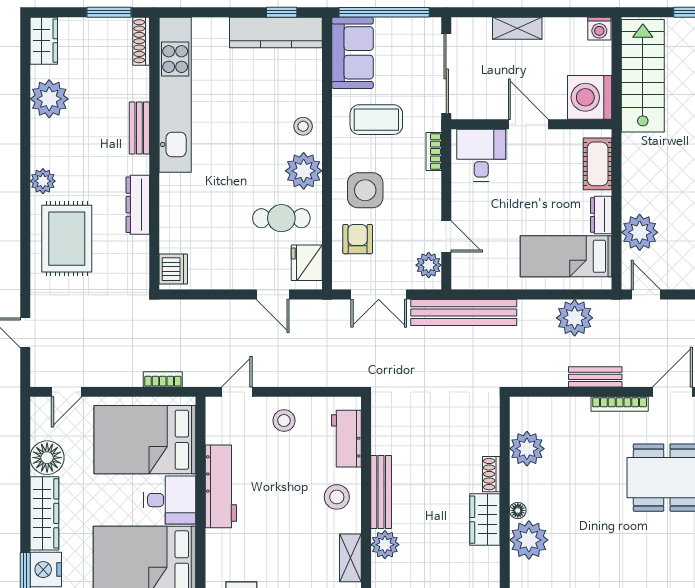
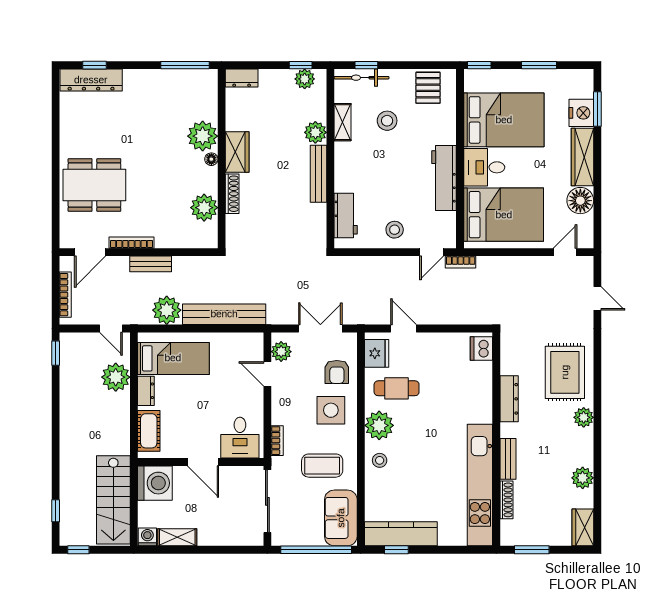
shelving: (517, 28) -> (177, 537), moved
shoe rack: (141, 41) -> (507, 500), moved
plant: (49, 99) -> (583, 478), width x0.73, depth x0.73
bench: (464, 313) -> (224, 314), moved
bookcase: (163, 379) -> (461, 262), moved
shoe rack: (491, 474) -> (232, 194), width x1.43
stool: (337, 497) -> (387, 121), moved

